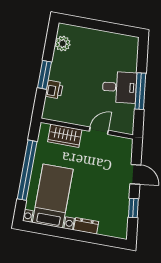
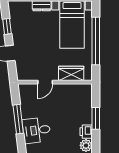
desk: (119, 87) -> (37, 130), moved
printer: (54, 89) -> (86, 132), moved

